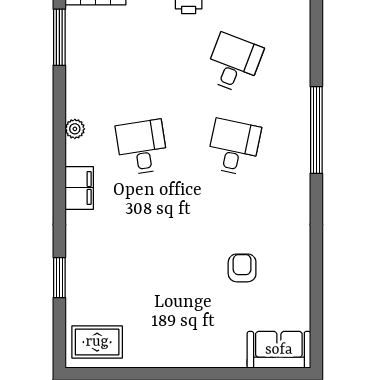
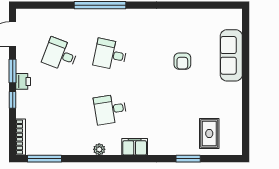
armchair: (242, 268) -> (182, 61), moved, turned -90
rug: (97, 342) -> (209, 133), moved
sofa: (279, 350) -> (231, 55), moved, width x1.36

